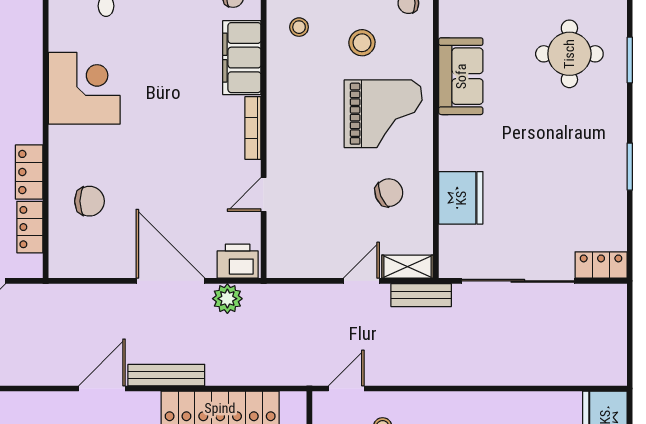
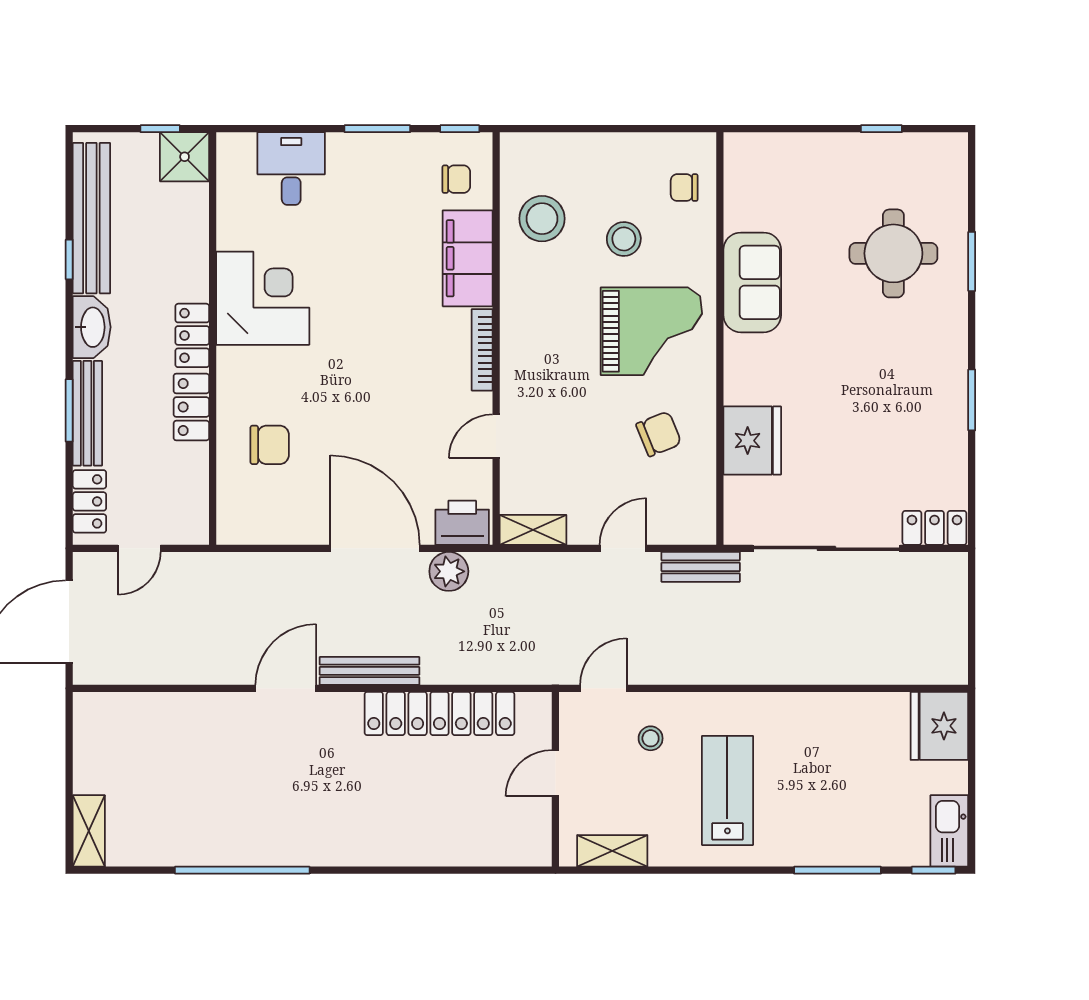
stool: (299, 27) -> (542, 219), width x1.89, depth x1.89
locker: (30, 227) -> (192, 335), moved
shelving: (408, 267) -> (533, 530), moved

